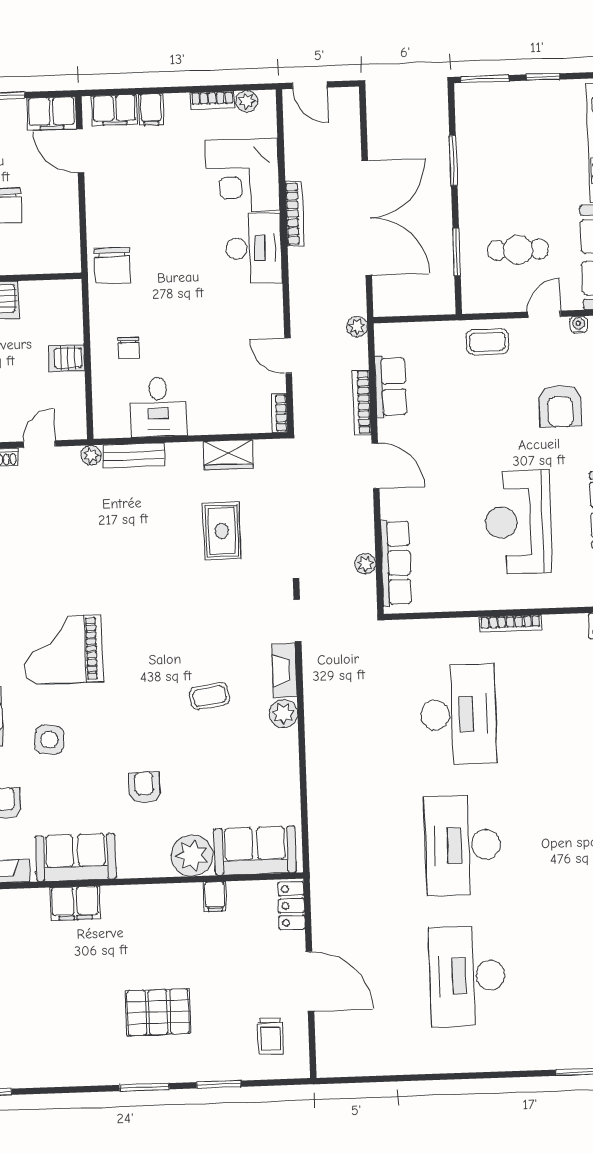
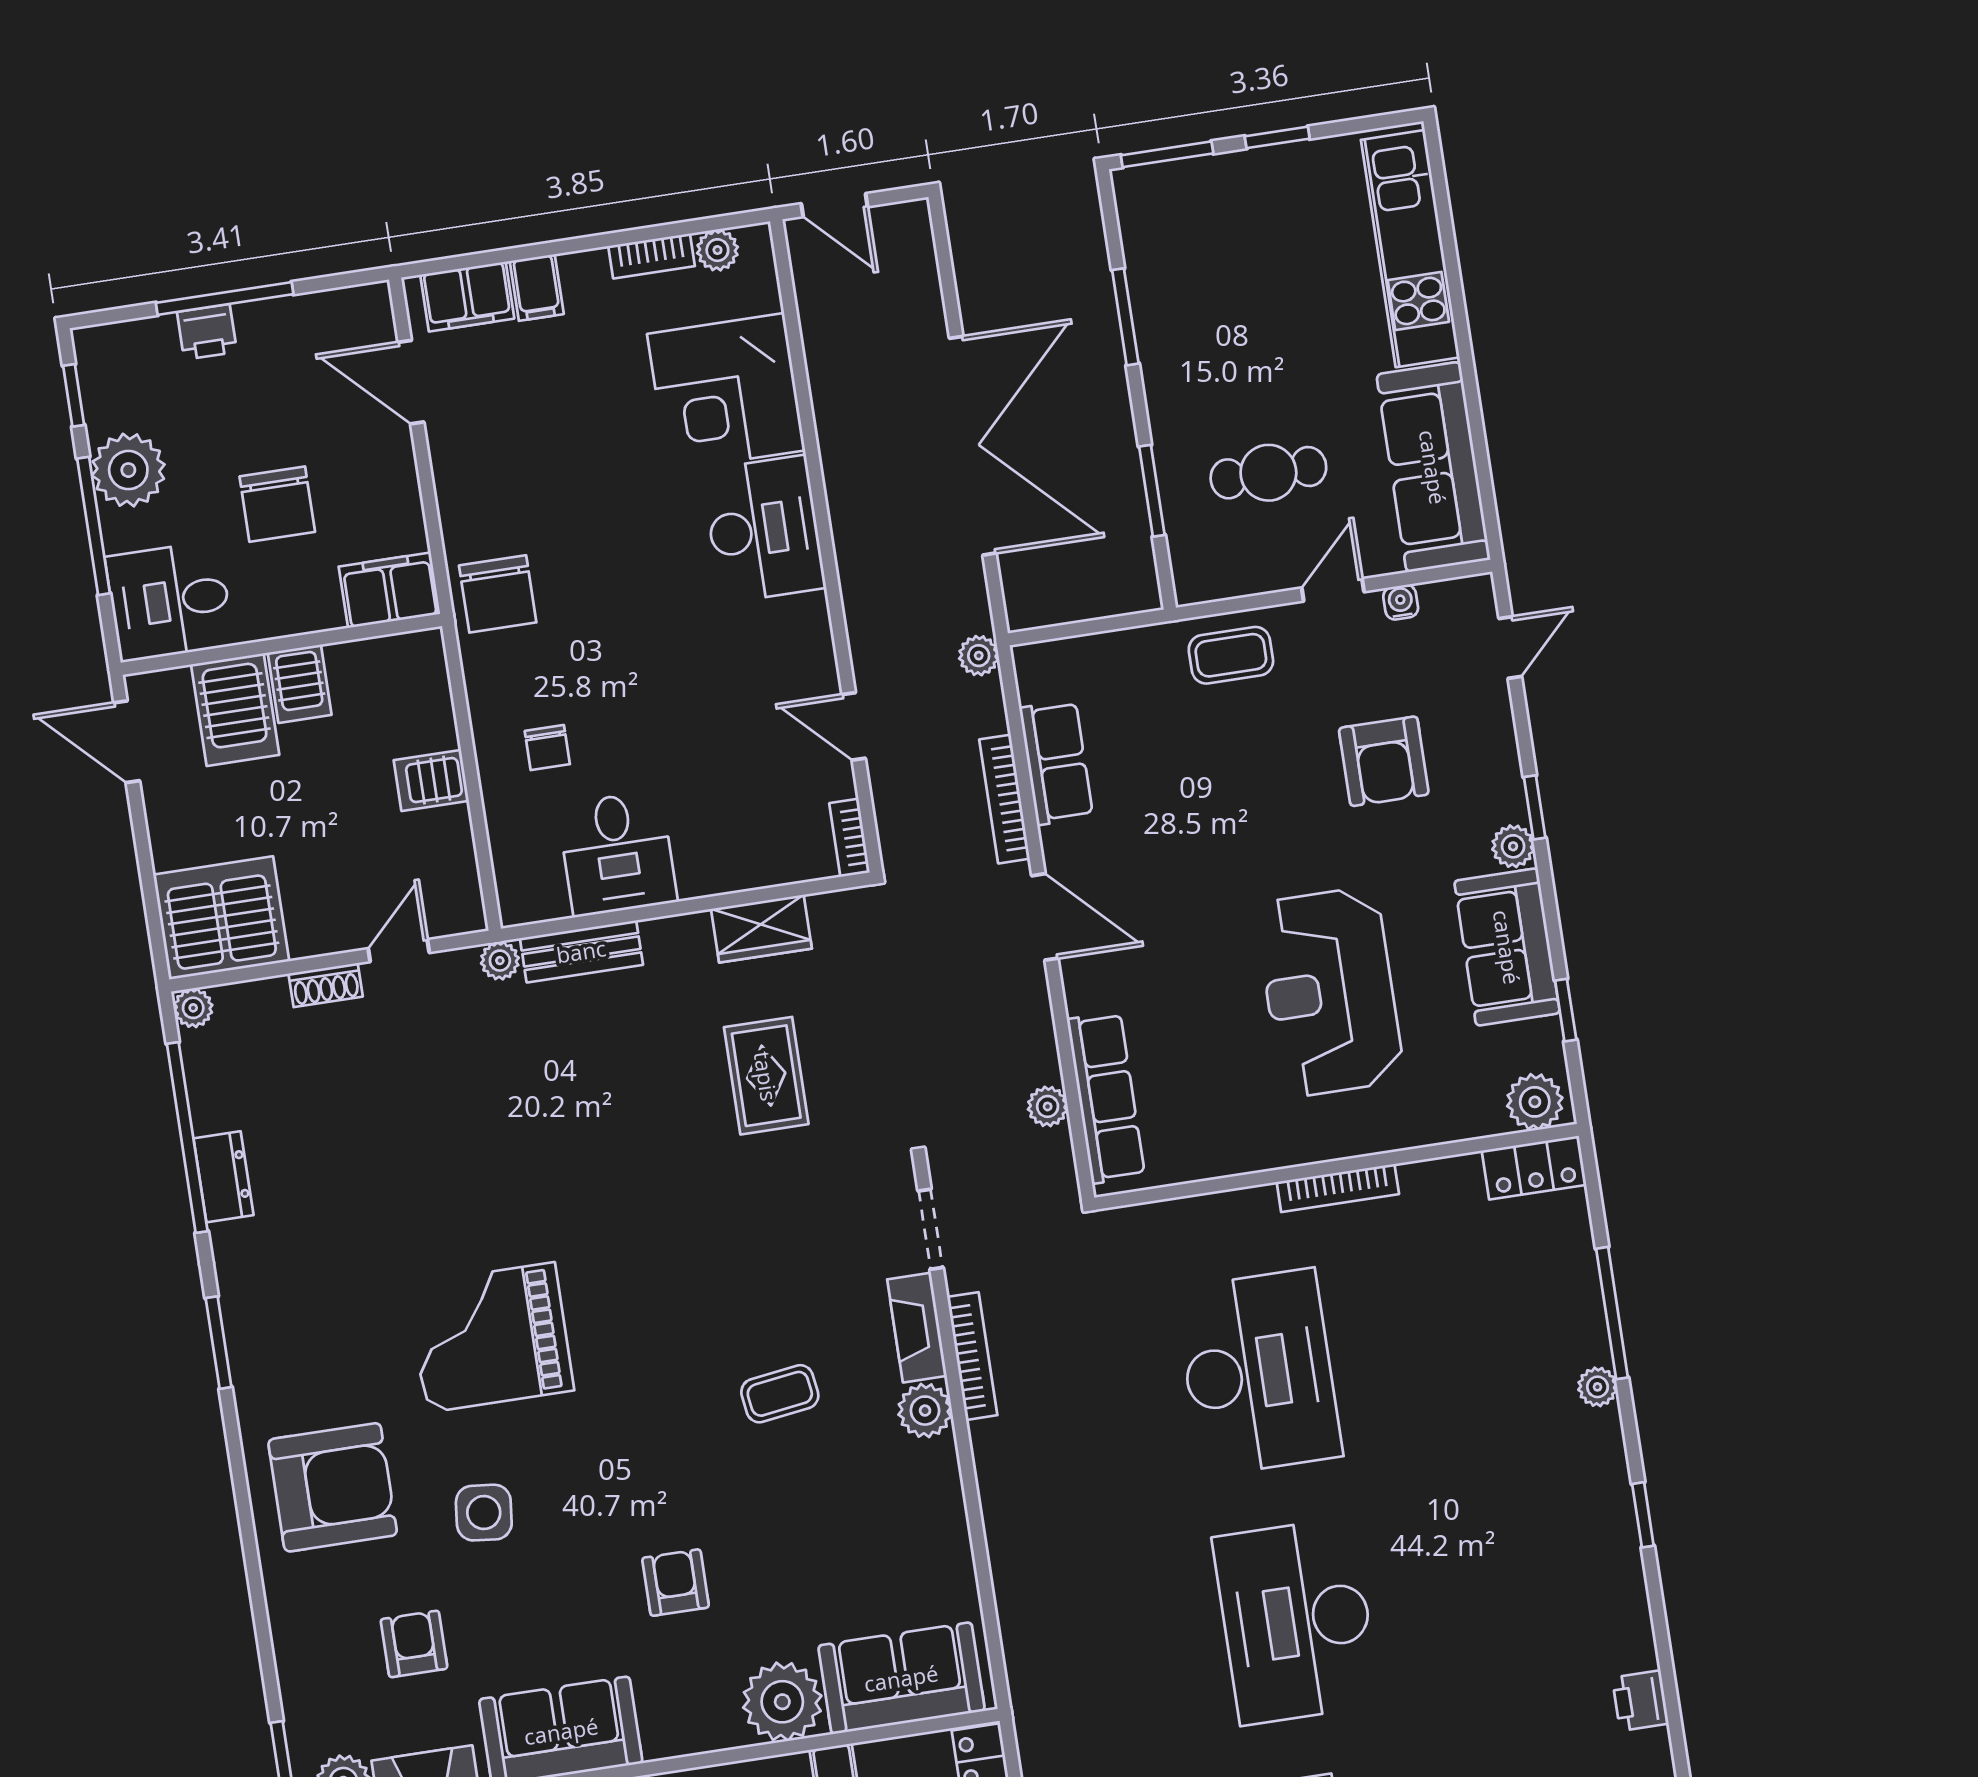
filing cabinet: (51, 113) -> (389, 590), moved, turned 180
bookcase: (295, 214) -> (972, 1356), moved

